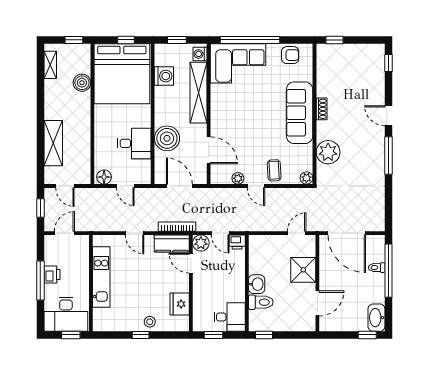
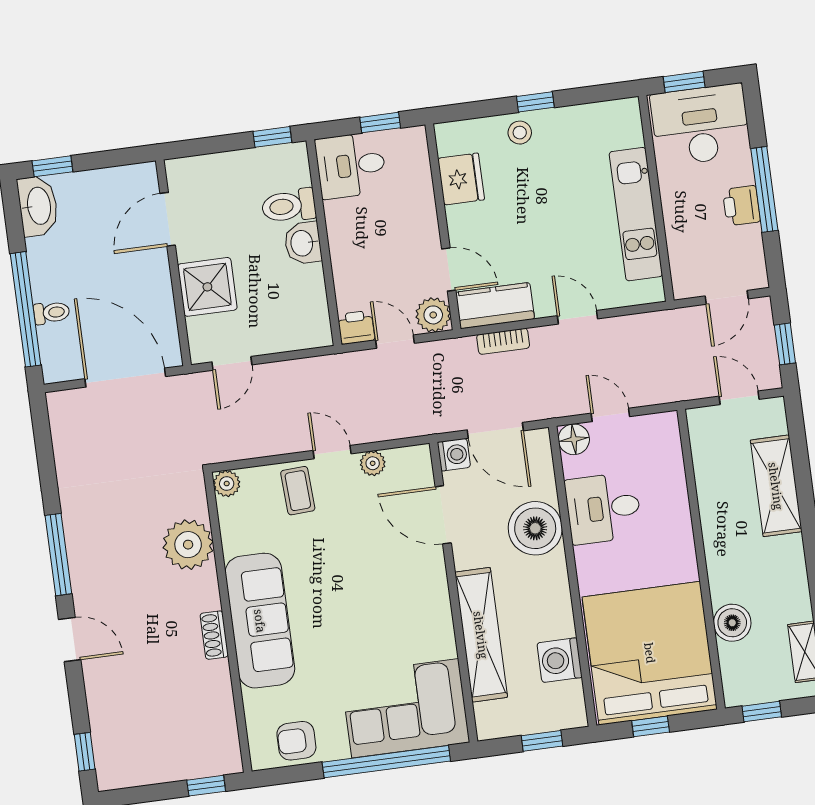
washing machine: (200, 54) -> (454, 455), moved
floor lamp: (104, 177) -> (574, 439), moved
bookcase: (177, 227) -> (503, 341), width x0.64

